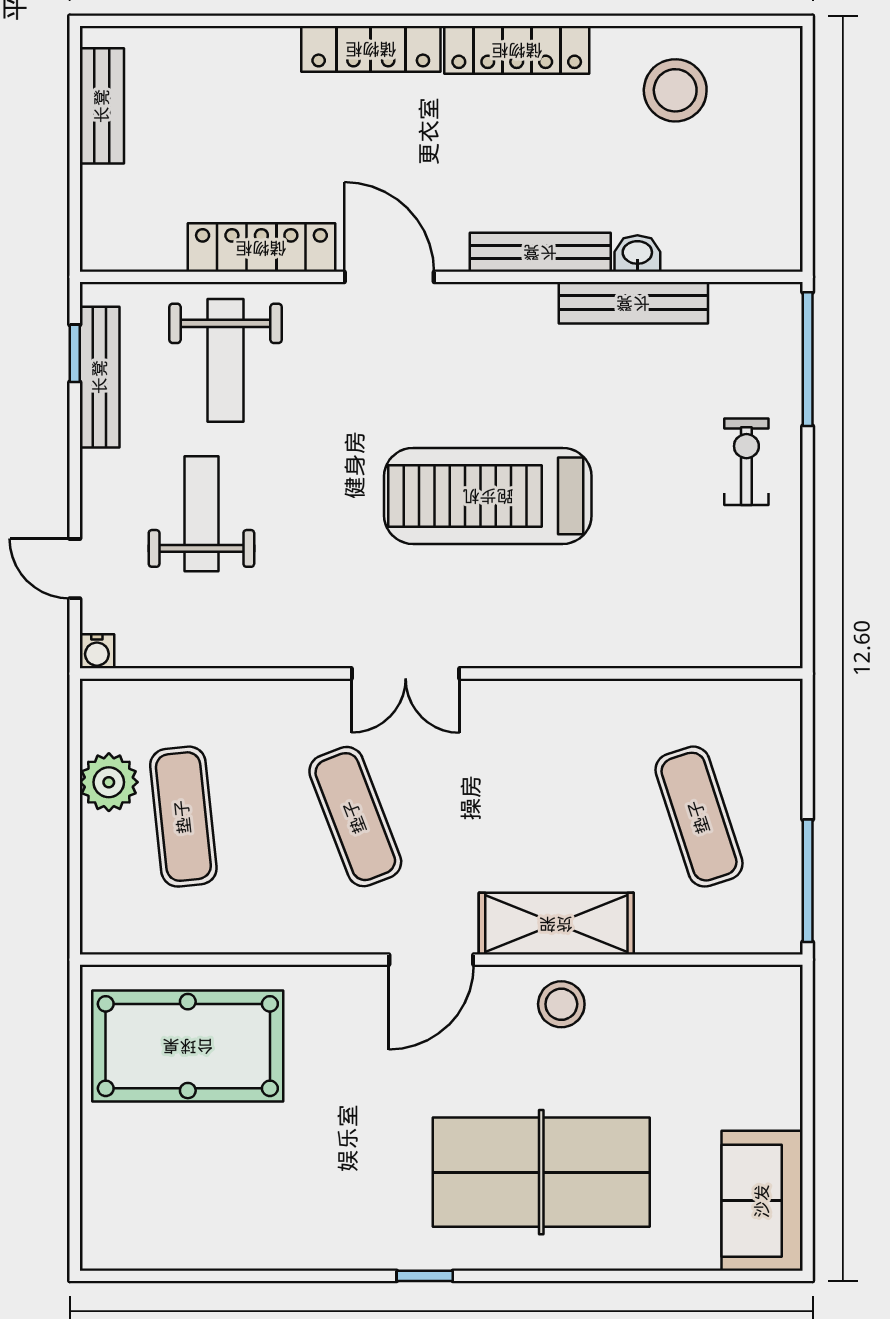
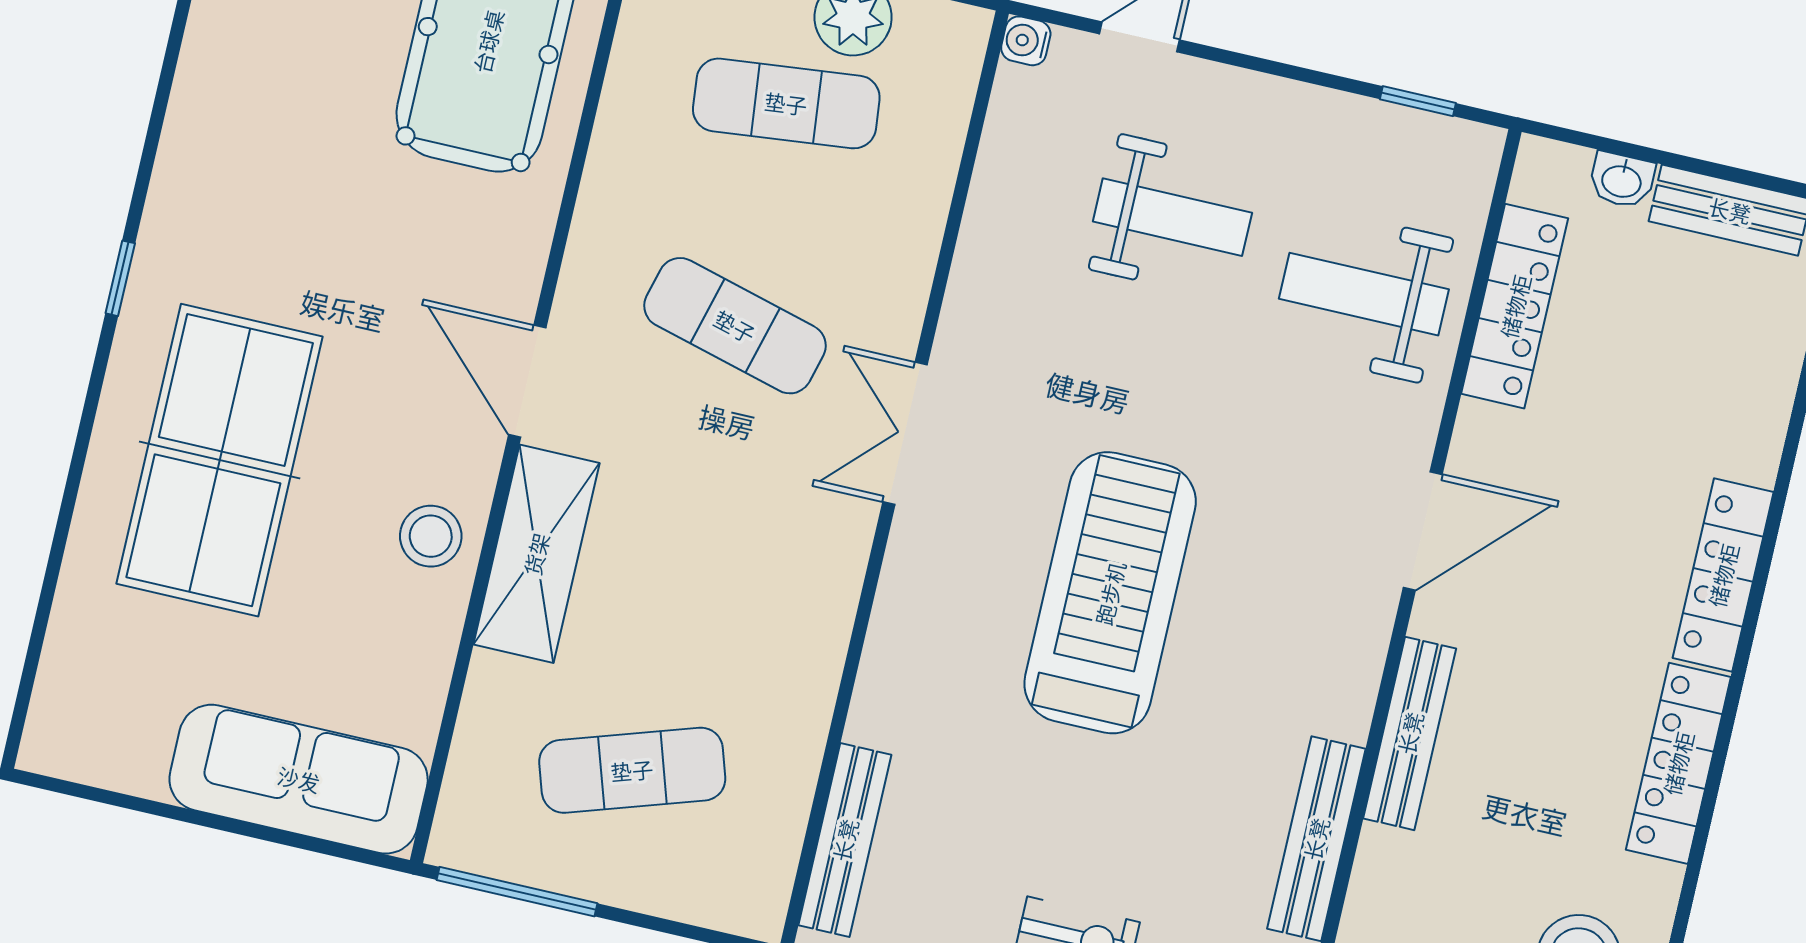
locker: (261, 248) -> (1515, 306), moved
washbasin: (637, 254) -> (1622, 180), moved, turned 90
bench: (100, 377) -> (845, 840), moved, turned 90
exercise mat: (355, 817) -> (735, 326), turned 36
sofa: (762, 1201) -> (299, 779), moved, width x1.36

